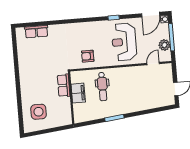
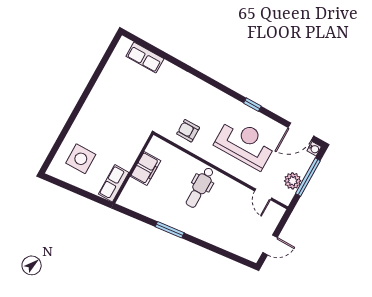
reception desk: (124, 42) -> (245, 143), turned 90
door: (153, 64) -> (263, 194), swing flipped
row of seats: (64, 85) -> (114, 183), moved
dental chair: (102, 87) -> (200, 187), moved

